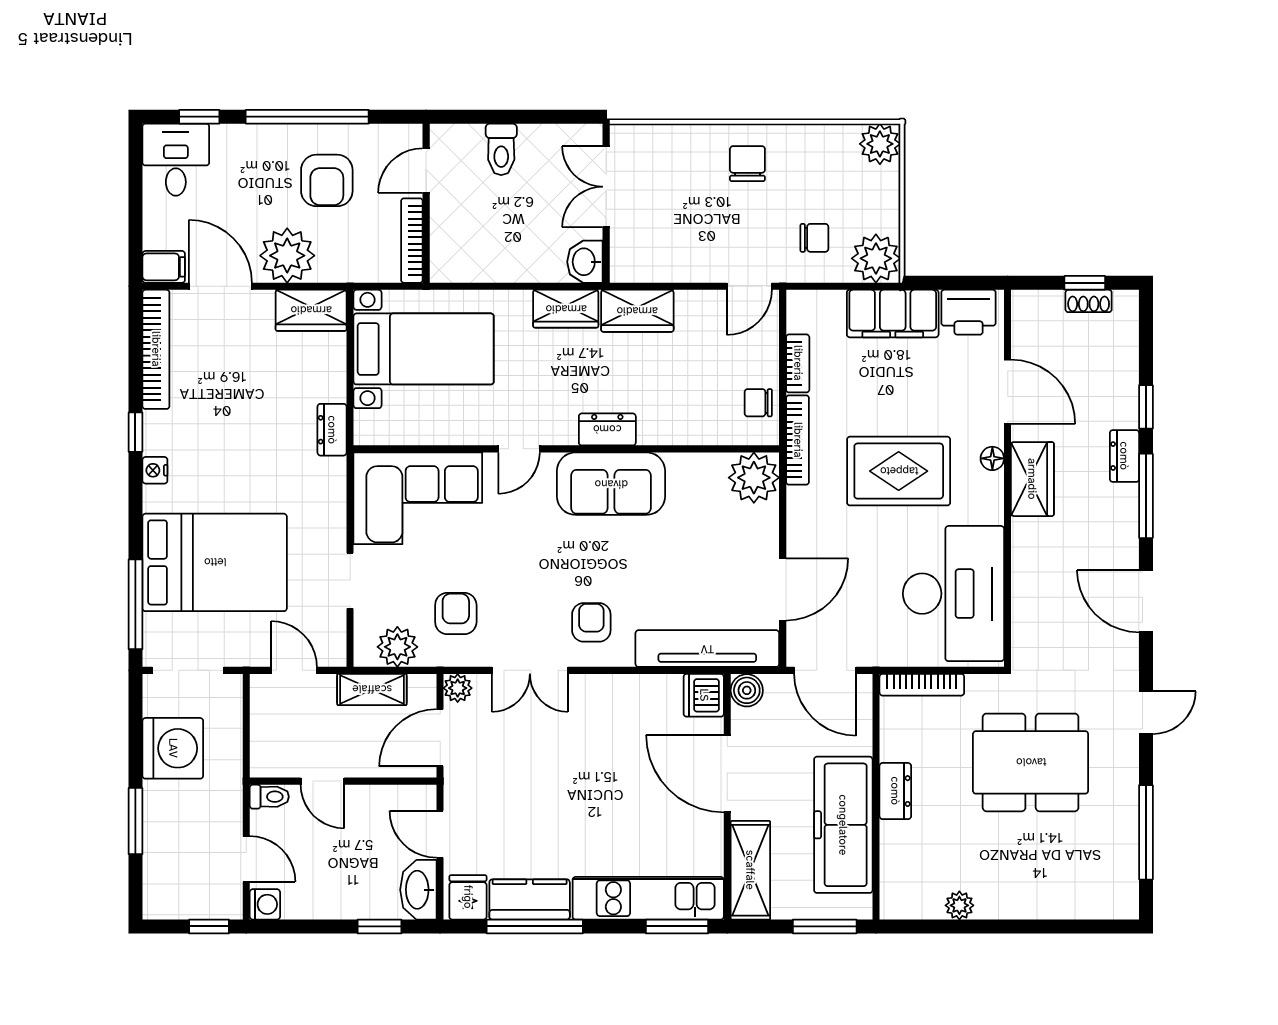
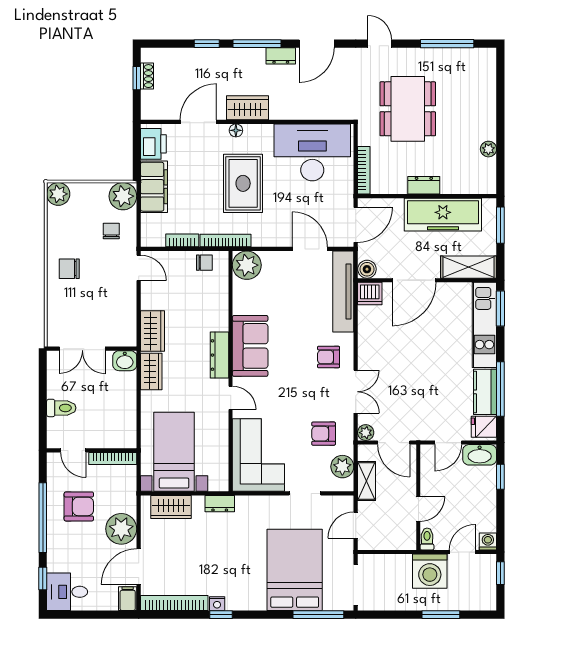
wardrobe: (311, 310) -> (171, 507), moved, turned 90
chair: (758, 403) -> (204, 263), turned -90
dresser: (607, 429) -> (220, 355), width x1.44
dresser: (1124, 456) -> (281, 56), moved
nightstand: (155, 470) -> (217, 604), moved
washing machine: (173, 748) -> (430, 571), moved, turned 180

